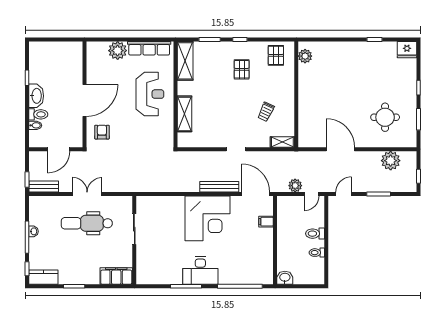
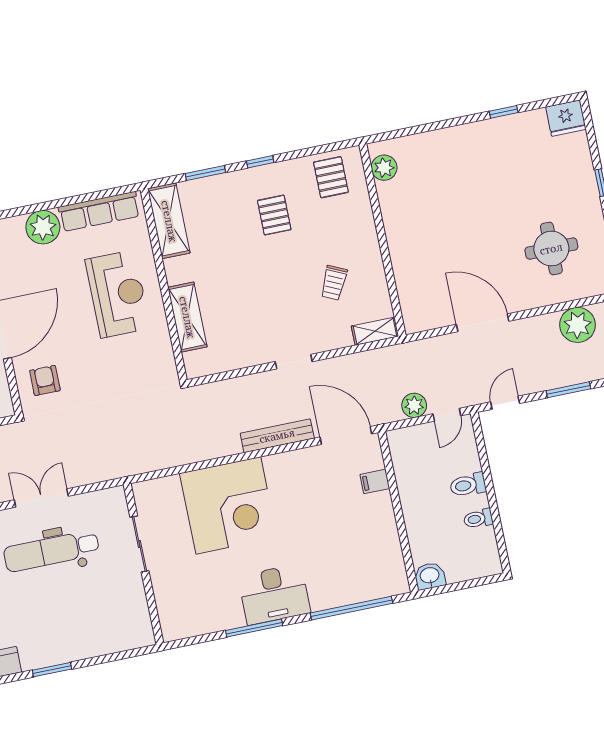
corner desk: (207, 218) -> (228, 505), moved
filing cabinet: (116, 276) -> (124, 635), removed

